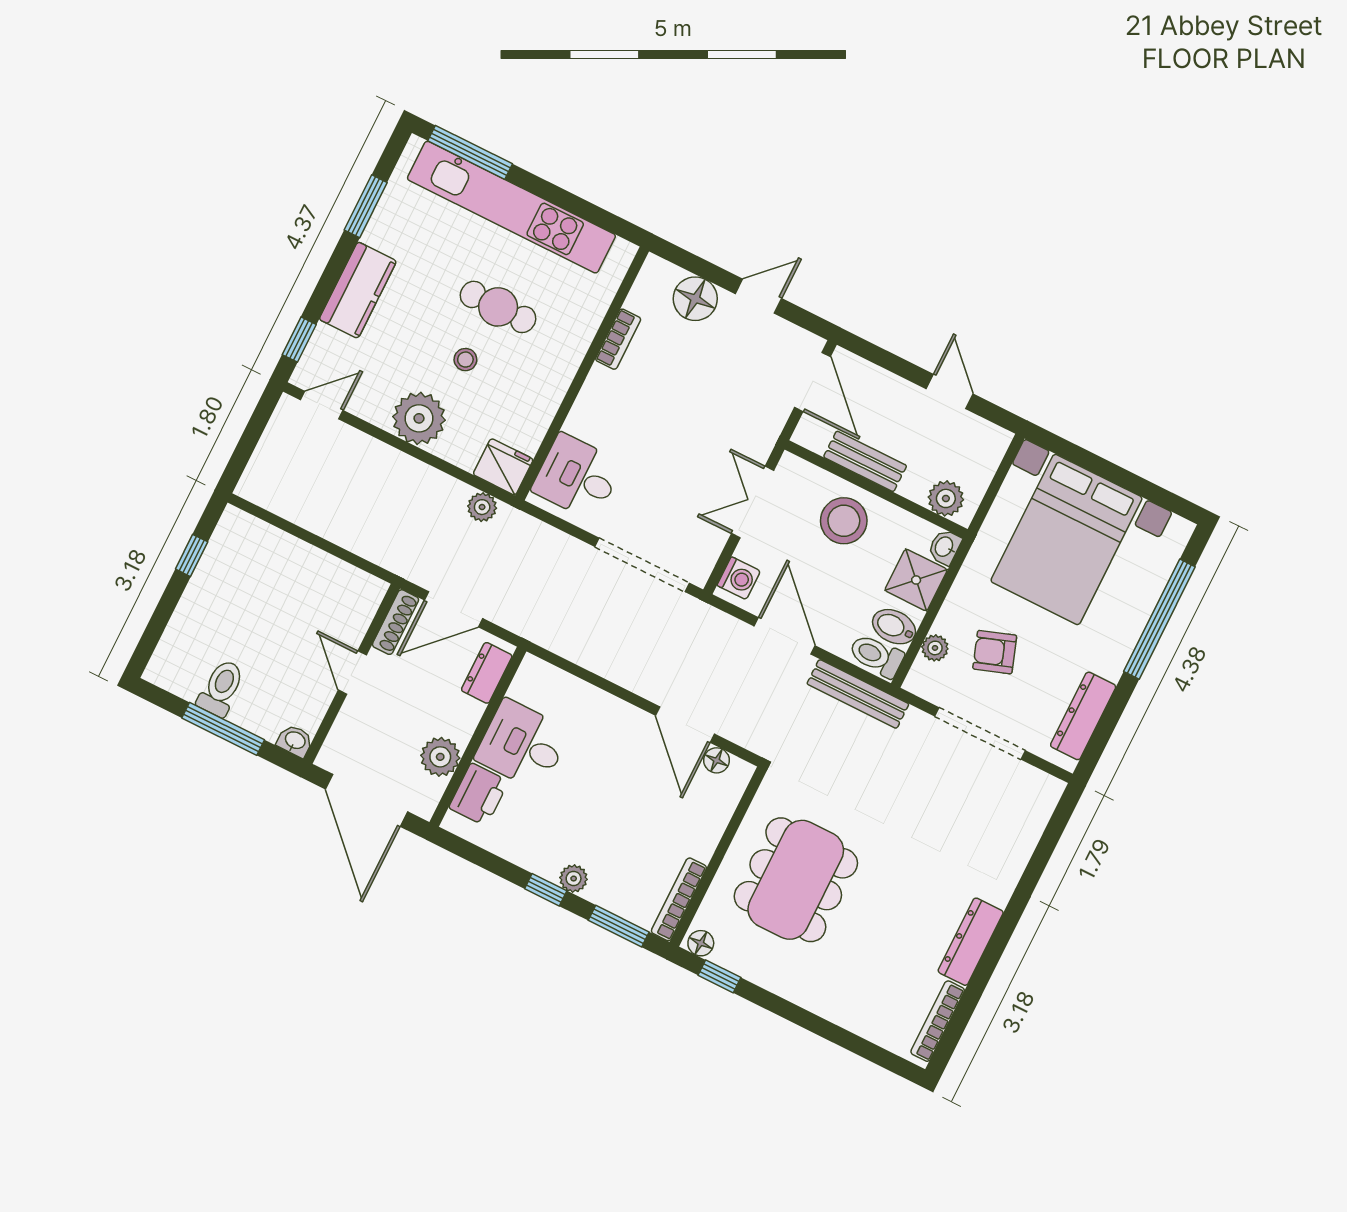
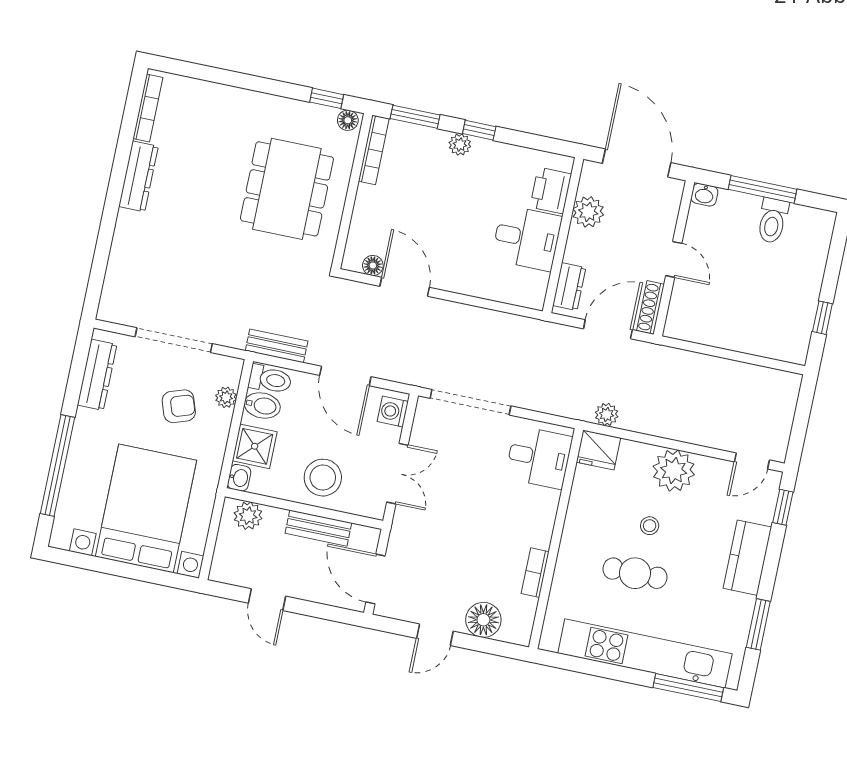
bench: (858, 694) -> (277, 346), width x0.73

